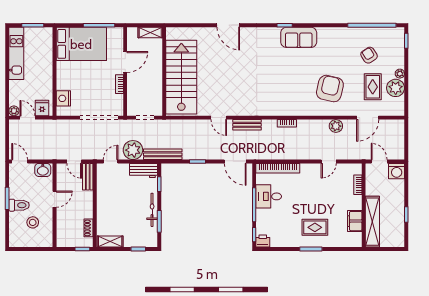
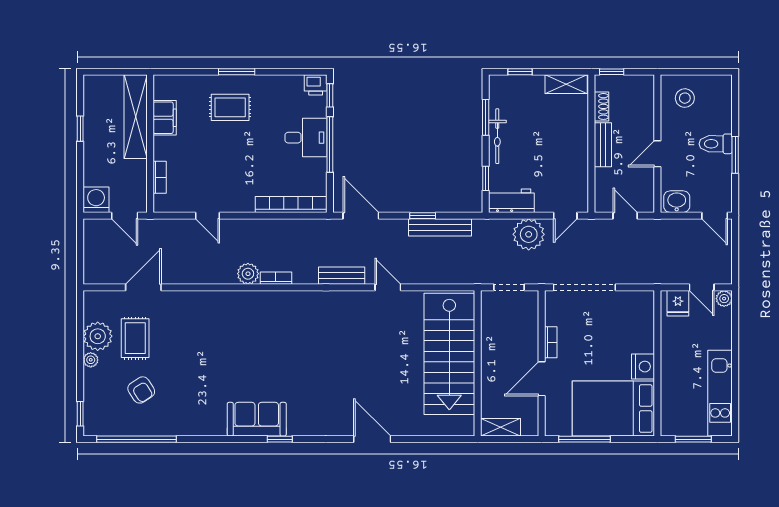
armchair: (330, 89) -> (205, 335), removed
nightstand: (63, 98) -> (643, 367), moved
plant: (336, 126) -> (248, 274), moved
bench: (163, 154) -> (440, 227), moved
door: (329, 161) -> (208, 216), swing flipped
bench: (88, 177) -> (603, 145), moved
desk: (269, 196) -> (306, 138), moved
stool: (33, 222) -> (685, 98), moved

